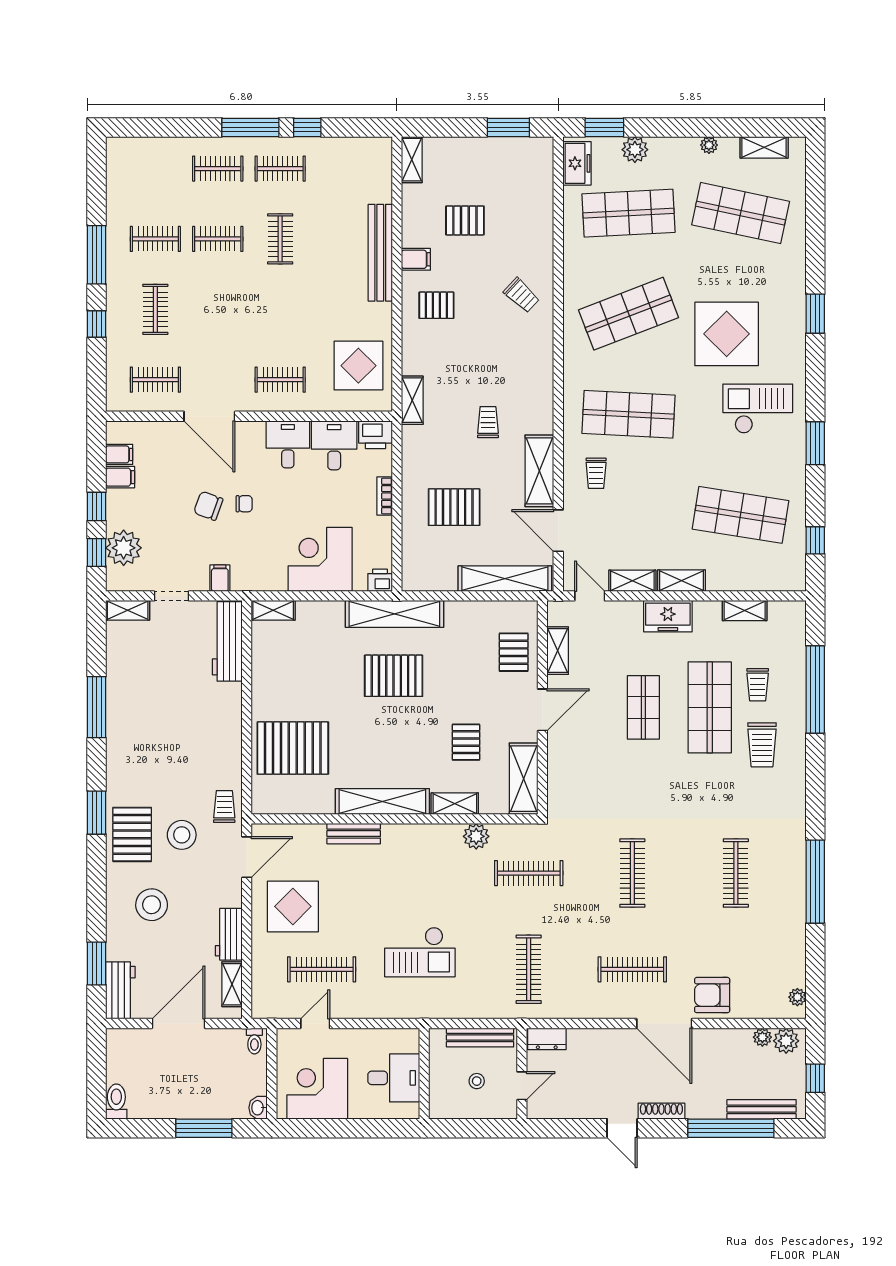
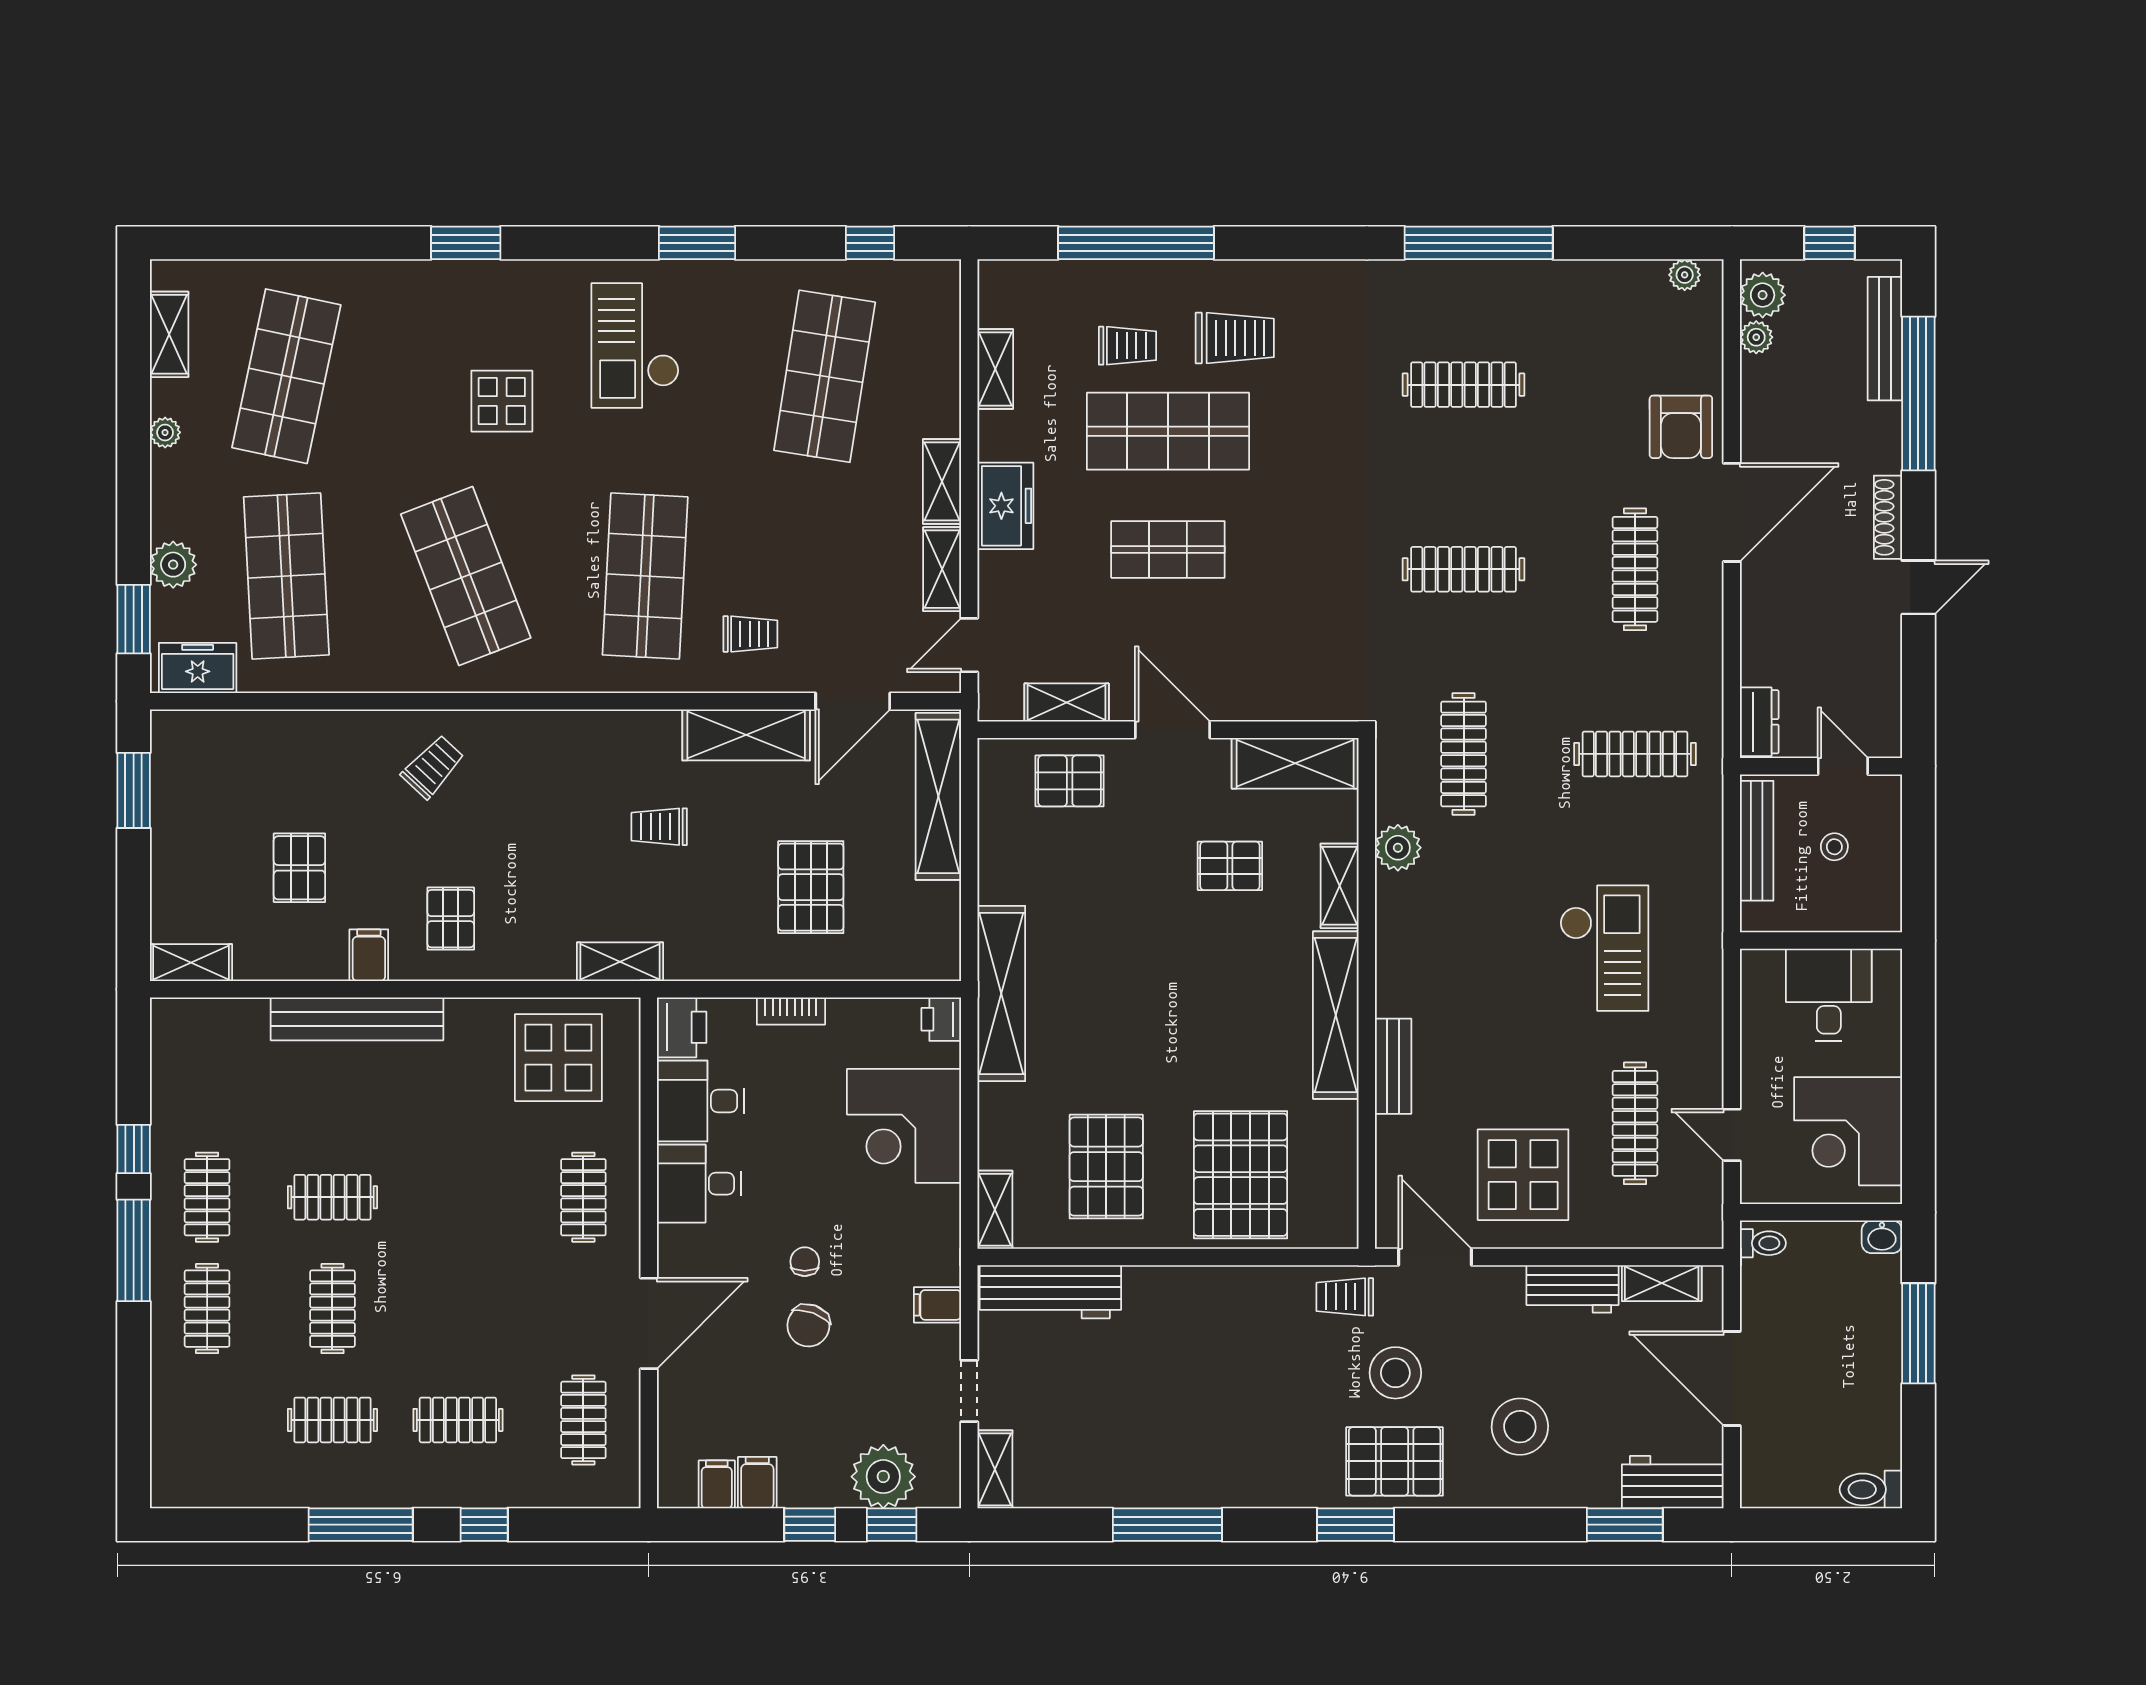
clothes rail: (155, 239) -> (332, 1420), turned 90
display table: (727, 334) -> (502, 401), width x0.54, depth x0.54
pallet: (394, 676) -> (1106, 1167), moved

